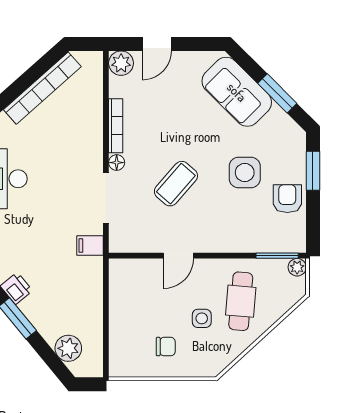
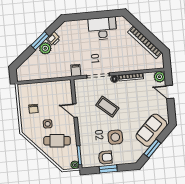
window: (313, 171) -> (108, 169), moved
plant: (68, 348) -> (45, 48), moved

